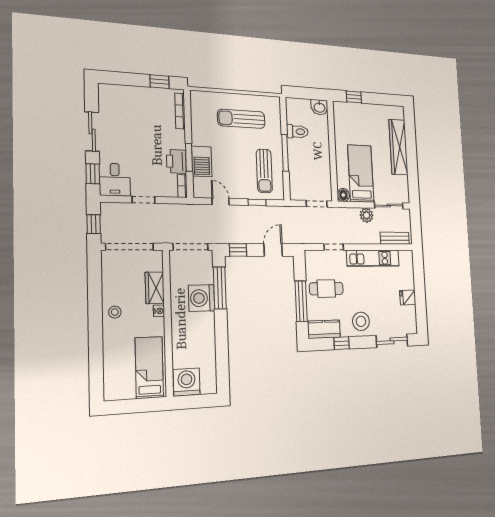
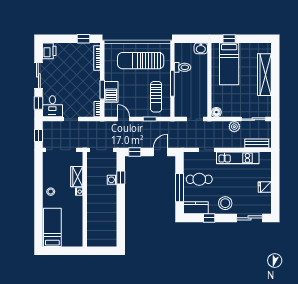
sun lounger: (241, 119) -> (141, 61), width x1.36, depth x1.34
printer: (176, 161) -> (49, 51), moved, turned 180
bed: (361, 174) -> (229, 64), moved, turned 180
window: (220, 288) -> (121, 177), width x0.46
washing machine: (202, 298) -> (112, 180), width x0.53, depth x0.53
bed: (149, 367) -> (52, 227), moved
washing machine: (187, 382) -> (96, 238), removed

